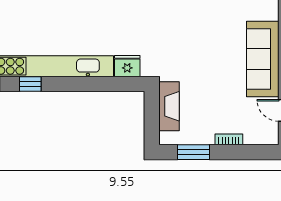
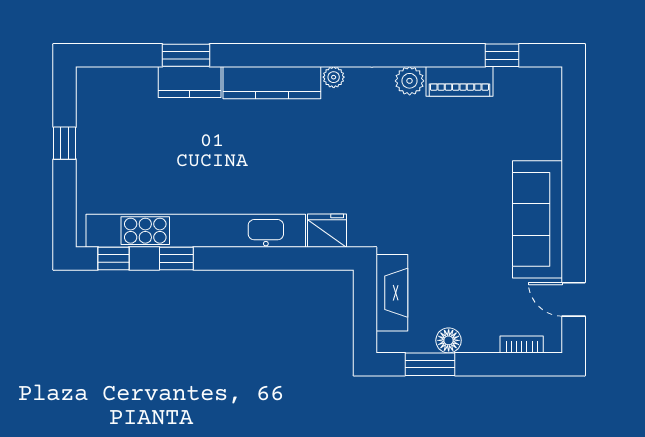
floor lamp: (205, 137) -> (449, 340), added
bookcase: (229, 139) -> (522, 344), moved

